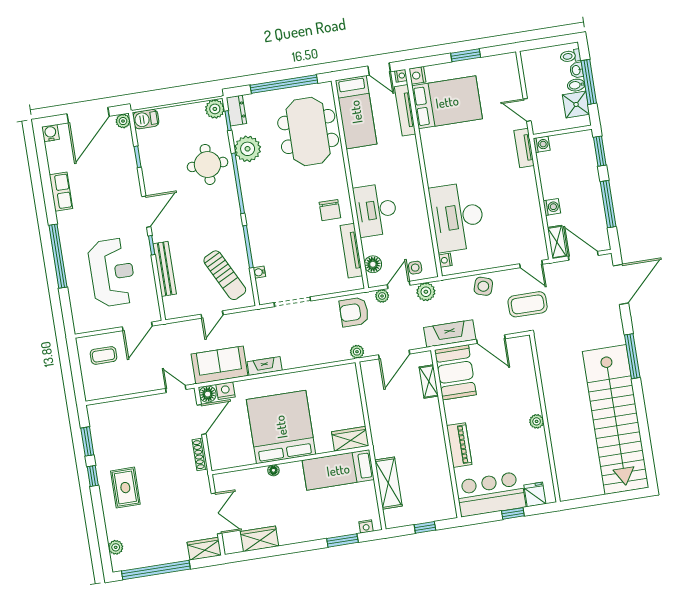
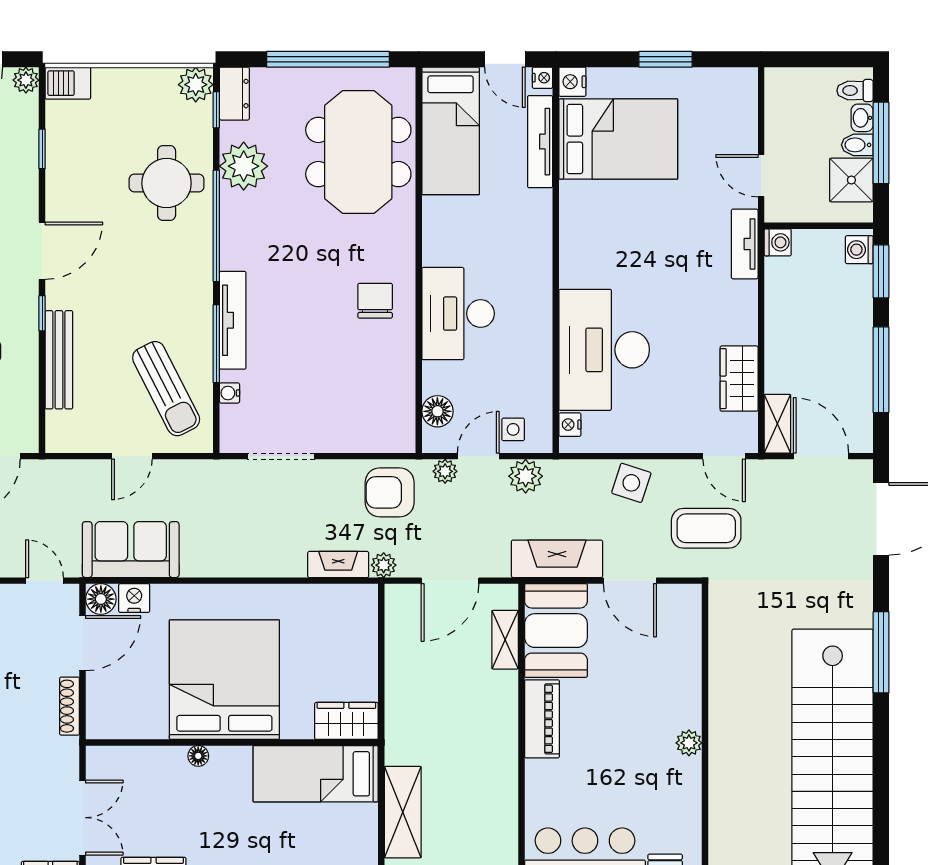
washing machine: (552, 207) -> (859, 250), moved, turned 180
chair: (330, 210) -> (375, 301), turned 180
wardrobe: (533, 221) -> (739, 379), added
tv unit: (351, 251) -> (233, 320), moved, turned 180
fireplace: (265, 366) -> (338, 564), moved
piano: (459, 445) -> (542, 719), moved

